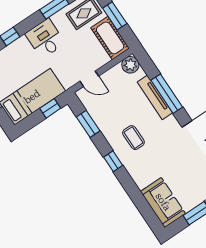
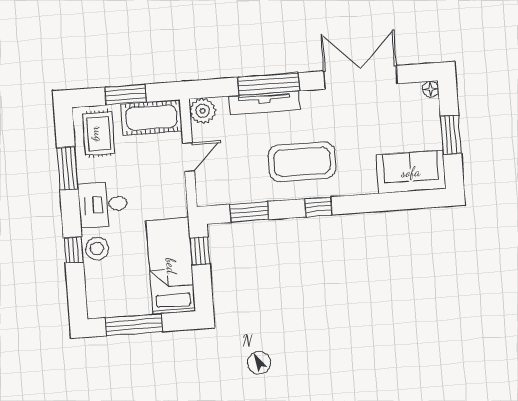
stool: (18, 49) -> (97, 249), added
door: (89, 79) -> (189, 157), moved
coffee table: (133, 138) -> (302, 162), width x1.86, depth x1.72

